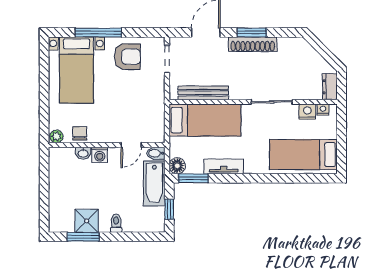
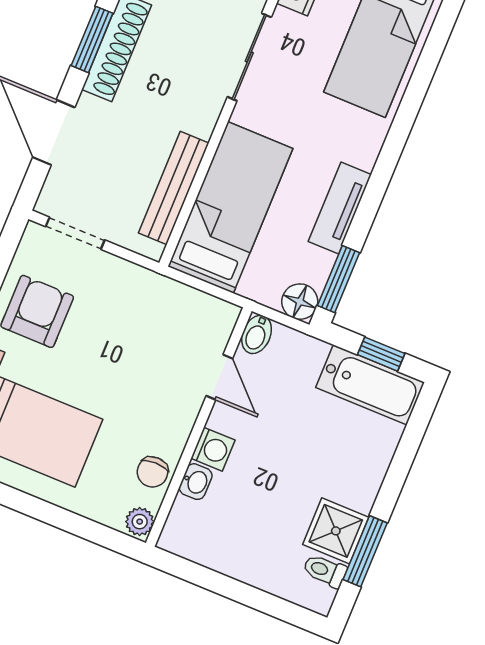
chair: (80, 133) -> (152, 472), turned -90
bathtub: (154, 183) -> (370, 385), moved
toilet: (116, 223) -> (325, 571), moved

